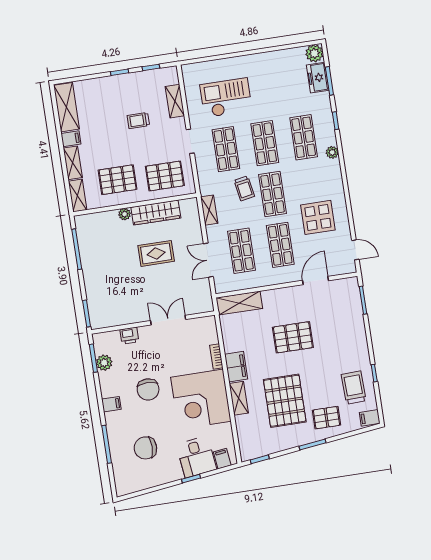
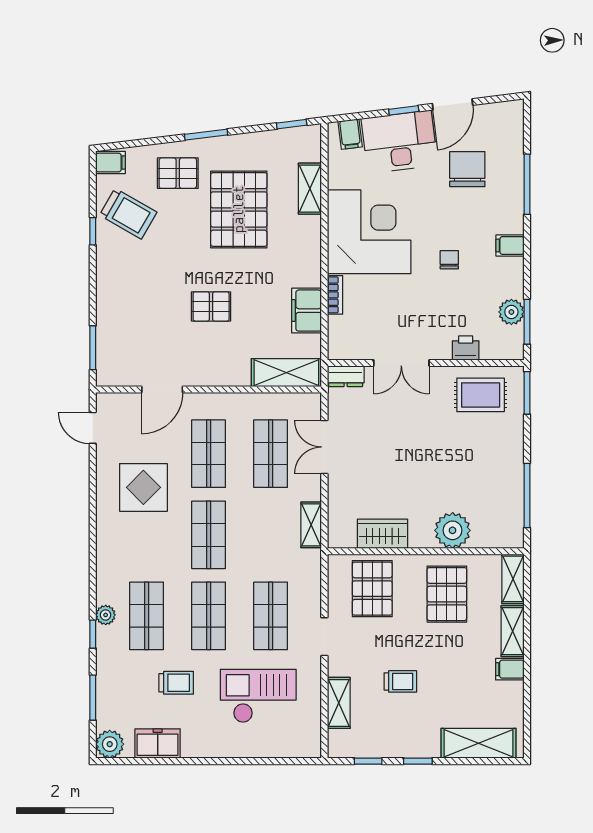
freezer: (318, 78) -> (158, 744), moved, turned -90
checkout: (226, 98) -> (258, 696), turned 180
shelving: (66, 107) -> (478, 743), moved, turned 90
plant: (332, 152) -> (106, 615), moved
pallet: (165, 176) -> (372, 589), turned 90
pallet: (118, 180) -> (447, 594), turned 90
trolley: (244, 188) -> (176, 683), moved, turned 100
wardrobe: (156, 213) -> (382, 534), width x0.67
plant: (125, 214) -> (453, 530), width x1.87, depth x1.87
rug: (156, 253) -> (481, 395), moved
double door: (208, 260) -> (324, 447), swing flipped
dresser: (202, 306) -> (346, 376), added
pallet: (293, 337) -> (211, 306), width x0.67, depth x0.71
filing cabinet: (236, 367) -> (307, 311), moved
trolley: (354, 388) -> (128, 214), turned -58
chair: (148, 389) -> (449, 260), width x0.54, depth x0.54
shelving: (239, 398) -> (310, 189), moved
chair: (145, 448) -> (467, 169), turned -90
desk: (196, 457) -> (399, 142), width x1.37
door: (161, 487) -> (453, 104), added

